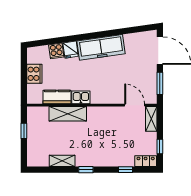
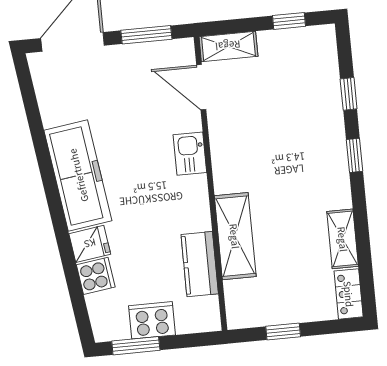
window: (24, 66) -> (136, 346), added
kitchen sink: (81, 97) -> (190, 154), moved
door: (135, 105) -> (201, 87), hinge flipped
locker: (146, 161) -> (349, 294), moved
window: (86, 170) -> (354, 155), moved

